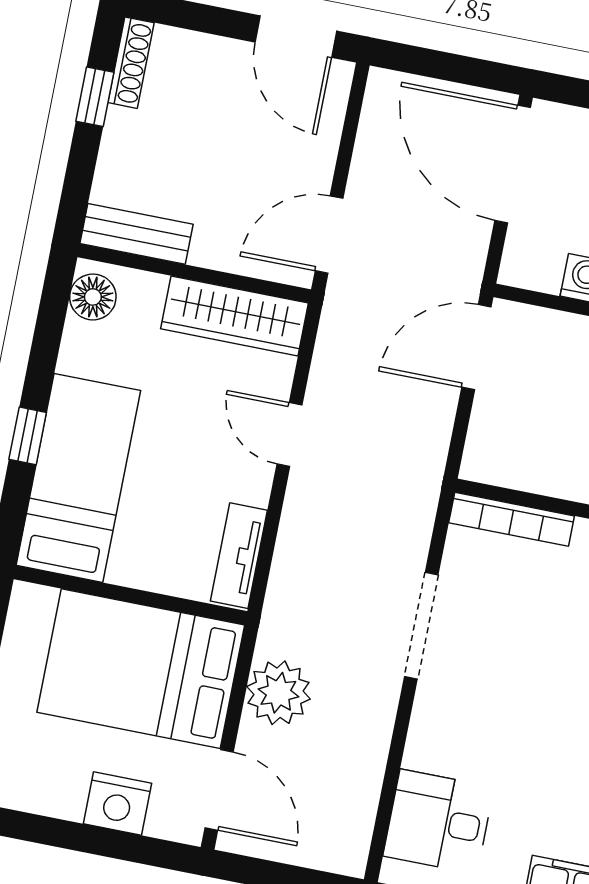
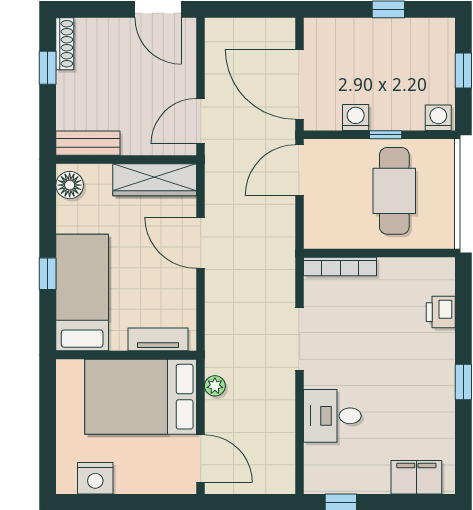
door: (513, 164) -> (300, 84), moved
door: (289, 435) -> (200, 243), width x1.38
tv unit: (239, 556) -> (158, 339), moved, turned 90
plant: (278, 693) -> (215, 386), width x0.53, depth x0.53
nightstand: (117, 804) -> (95, 478), moved
desk: (439, 822) -> (332, 416), moved

